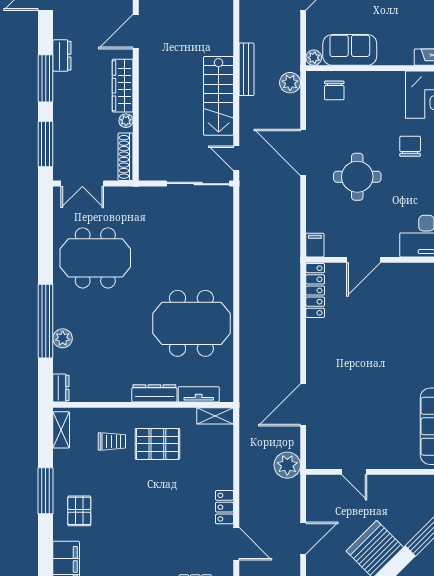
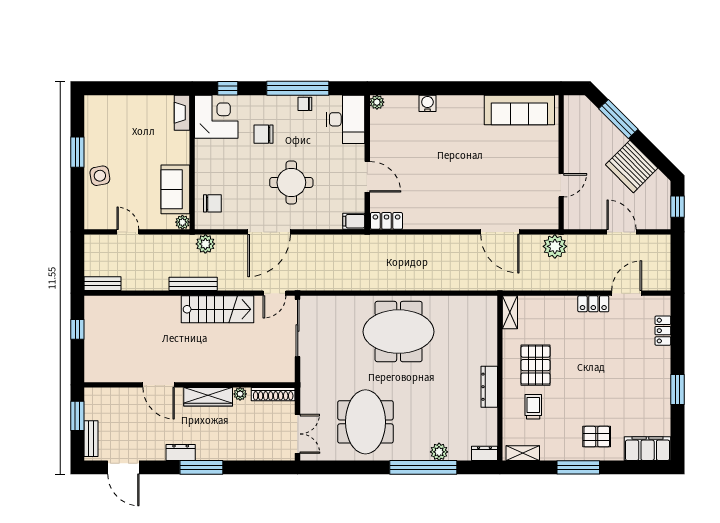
window: (46, 144) -> (261, 467), removed
locker: (315, 290) -> (386, 221), width x0.66
meeting table: (191, 323) -> (399, 332), moved, turned 90
dresser: (154, 393) -> (489, 387), moved
tv unit: (199, 394) -> (490, 327), removed

